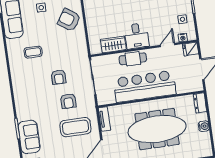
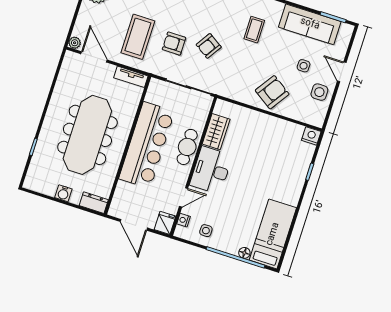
desk: (137, 36) -> (211, 170), width x1.37
door: (168, 45) -> (184, 197), hinge flipped
armchair: (59, 77) -> (209, 46), turned -57

